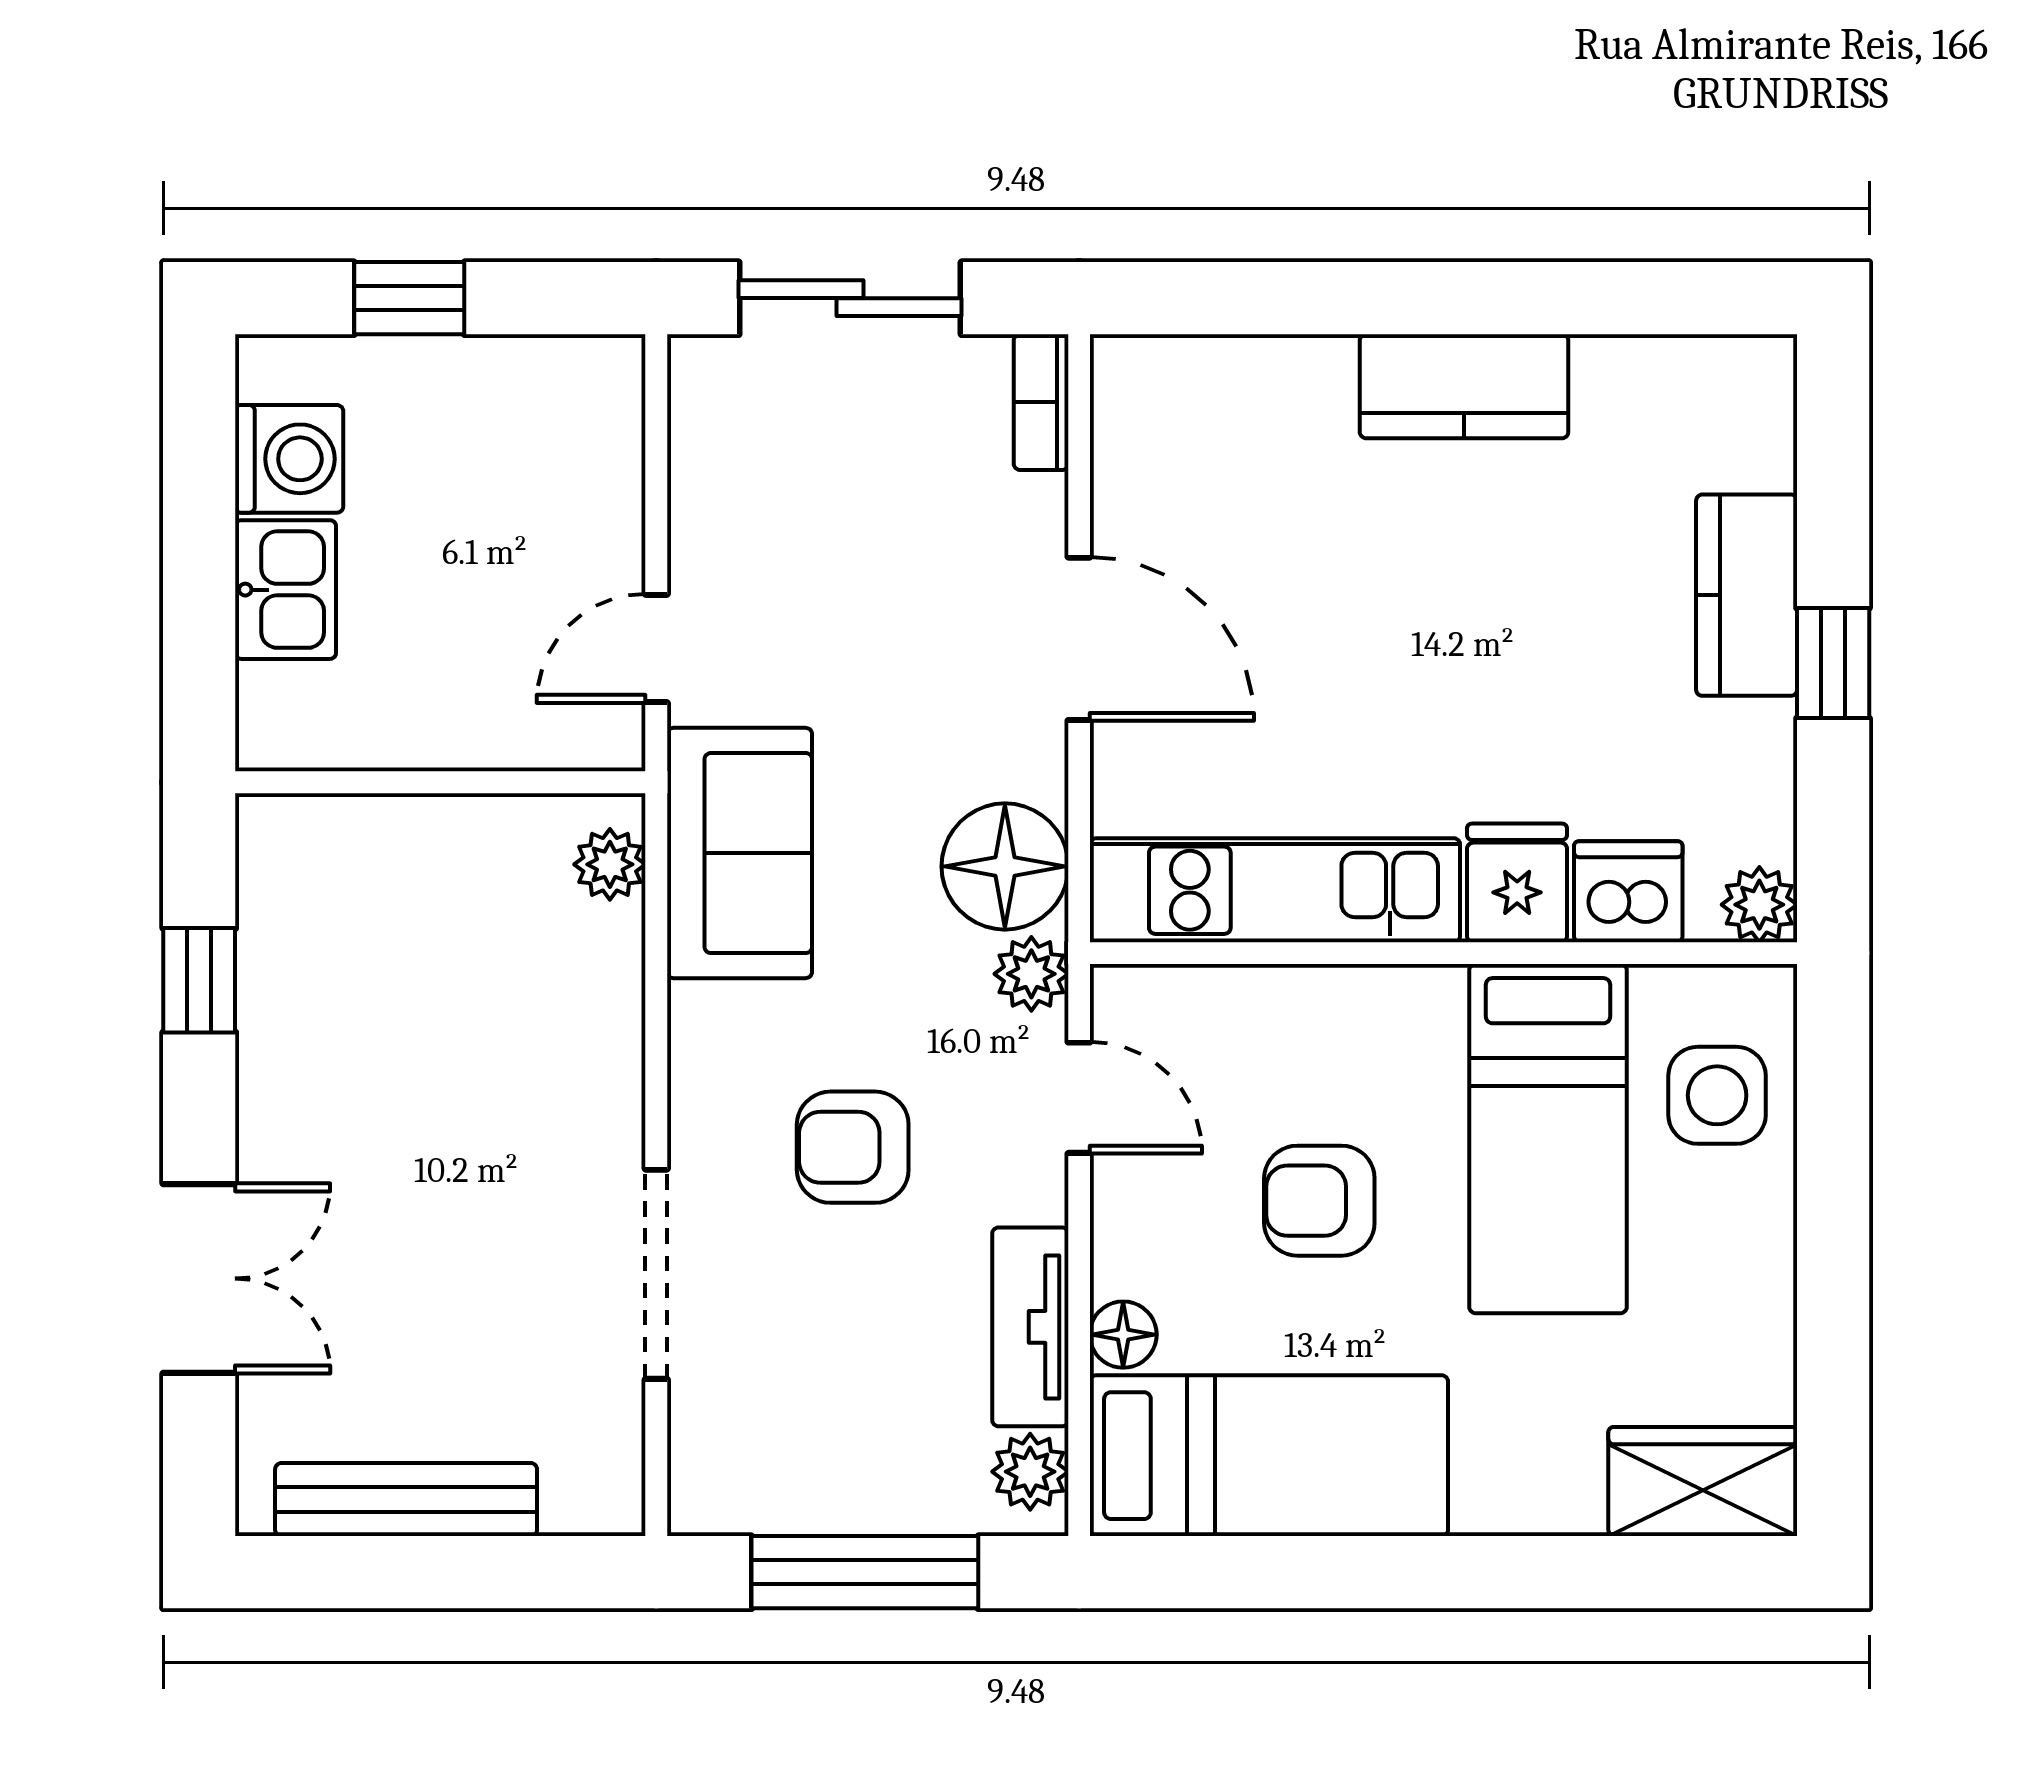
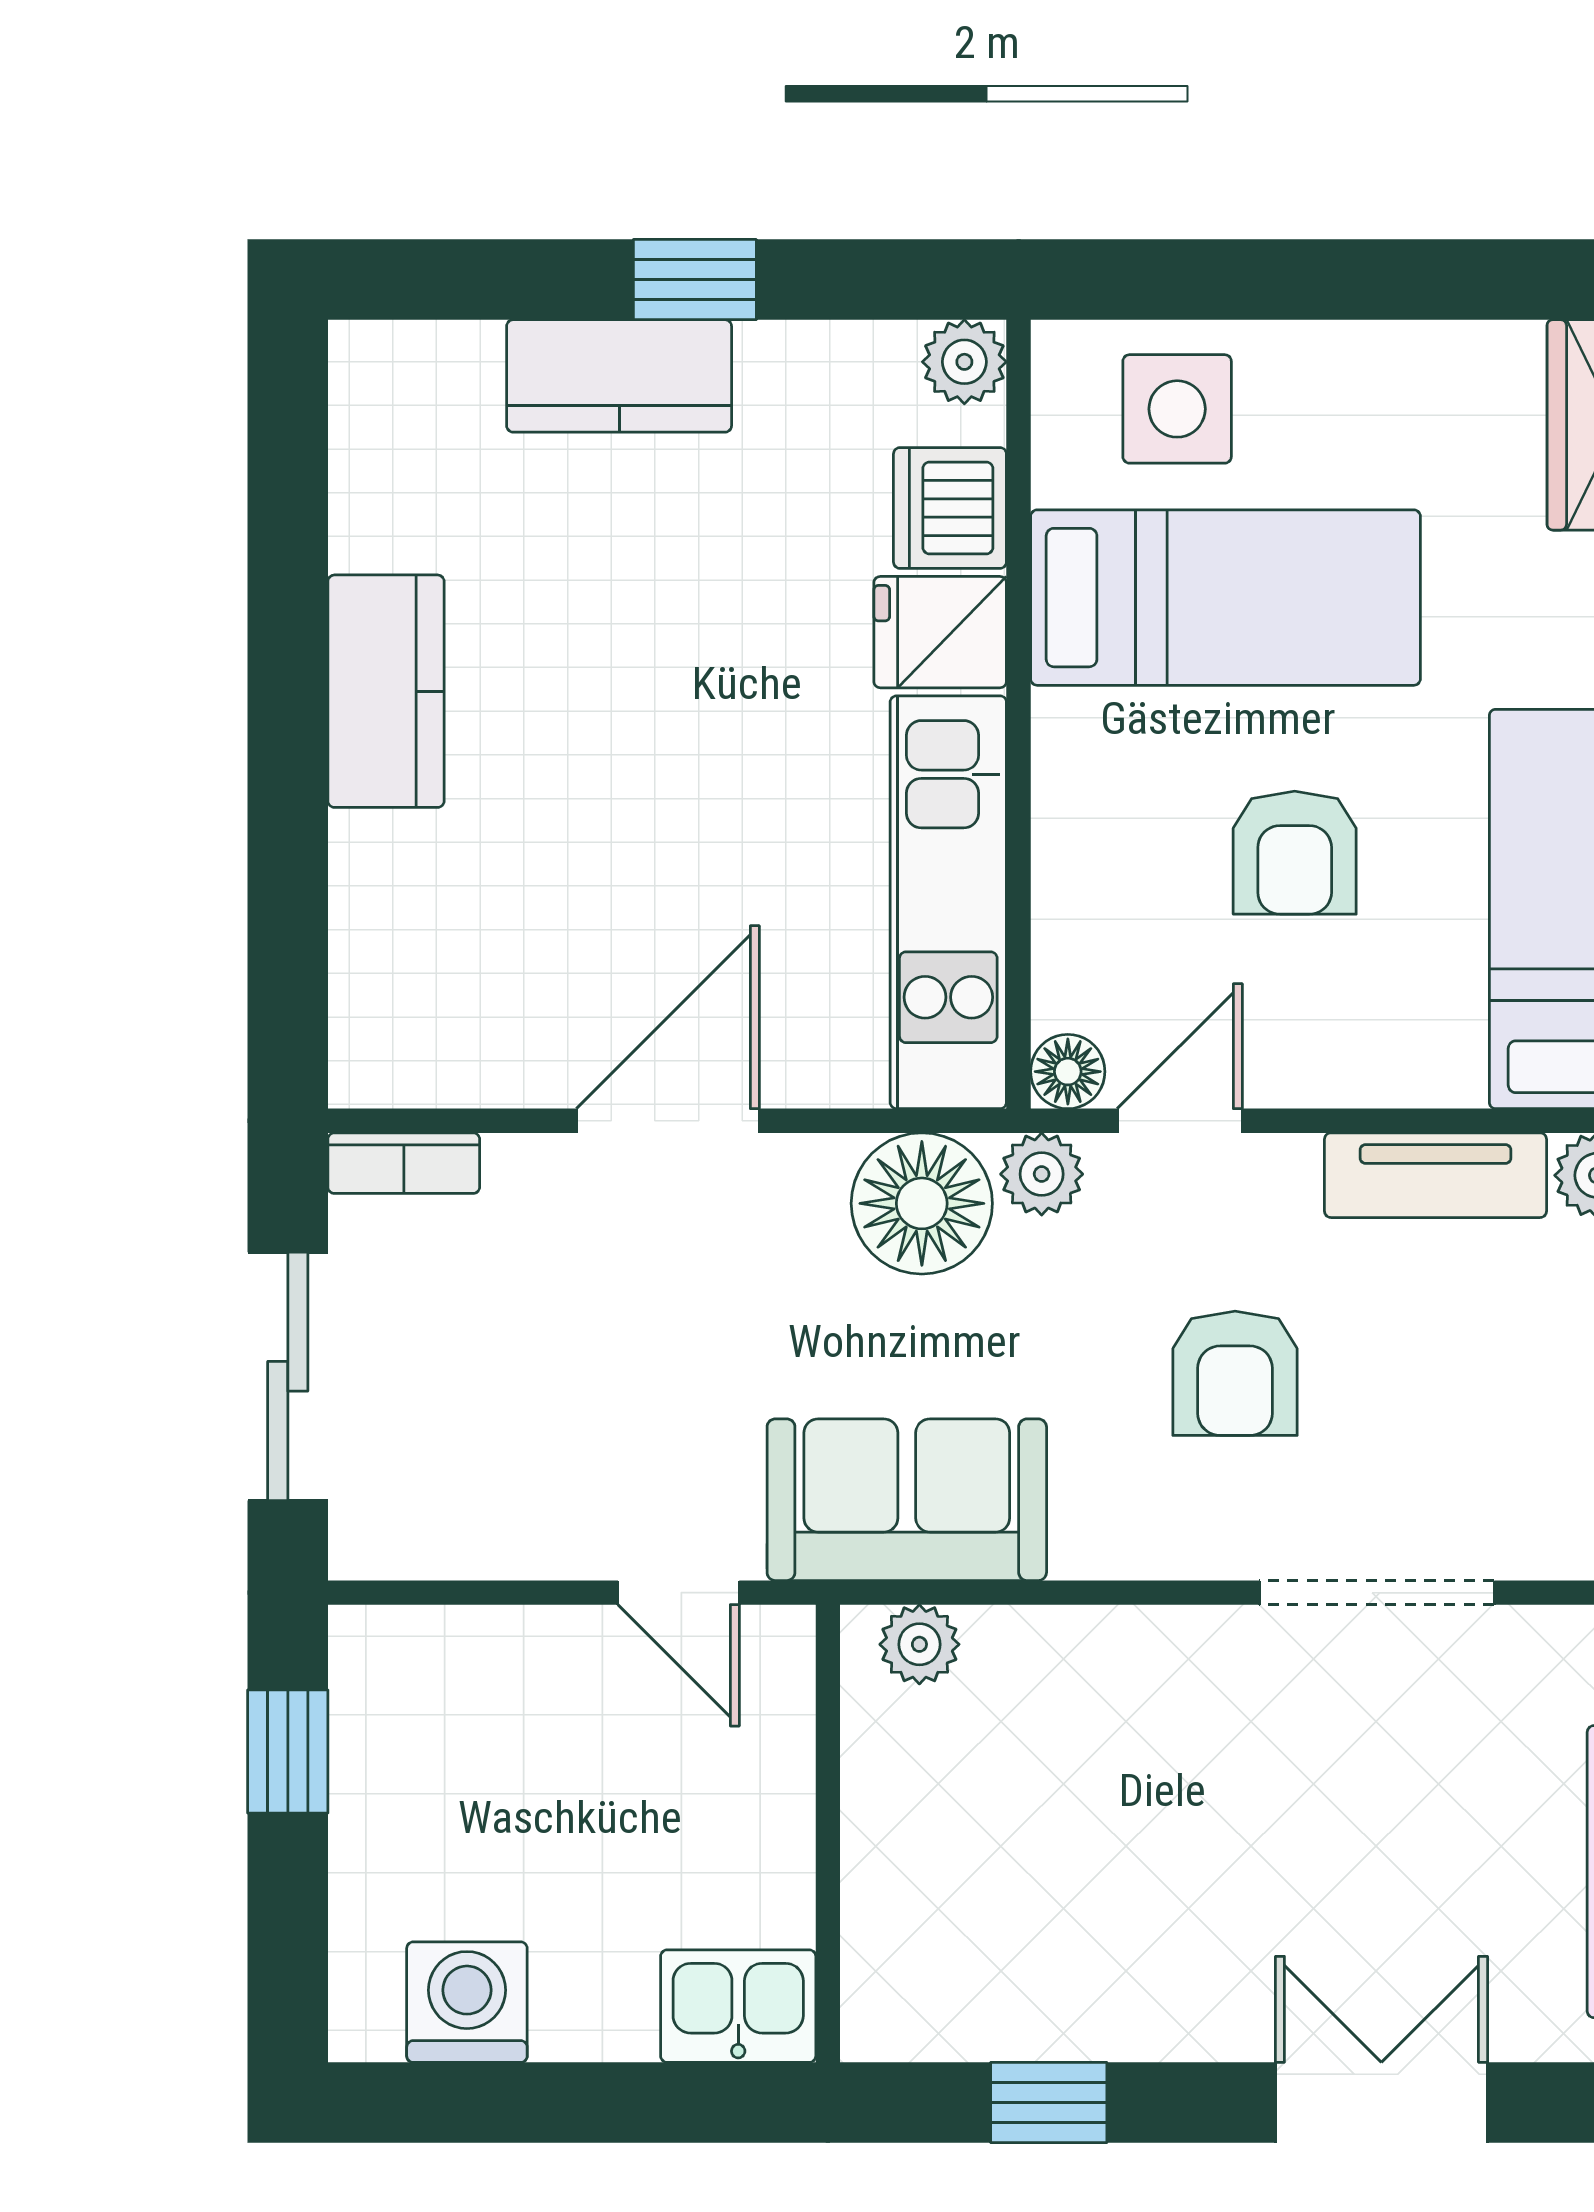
window: (409, 298) -> (288, 1751), moved
kitchen sink: (286, 590) -> (738, 2006), moved
floor lamp: (1123, 1335) -> (1068, 1072), moved

